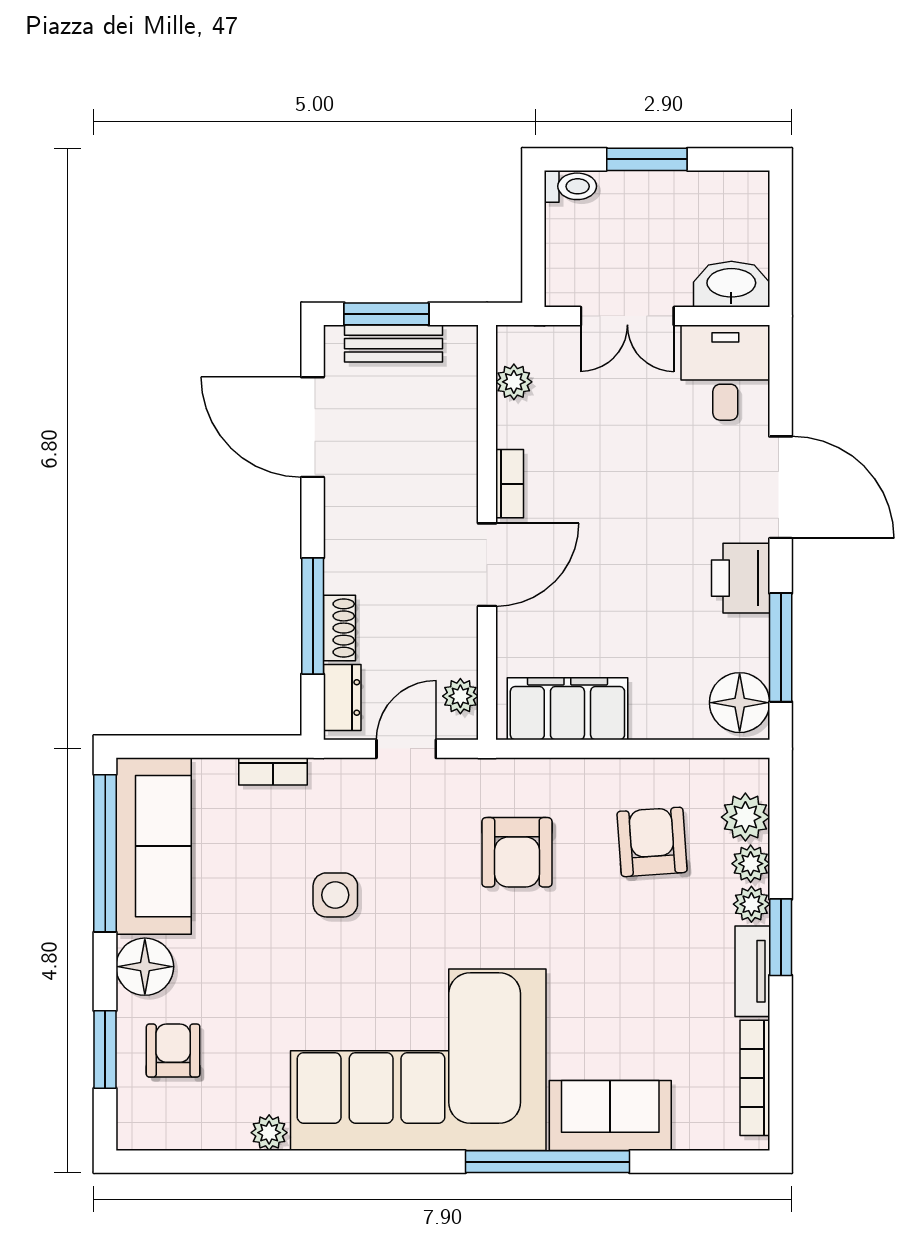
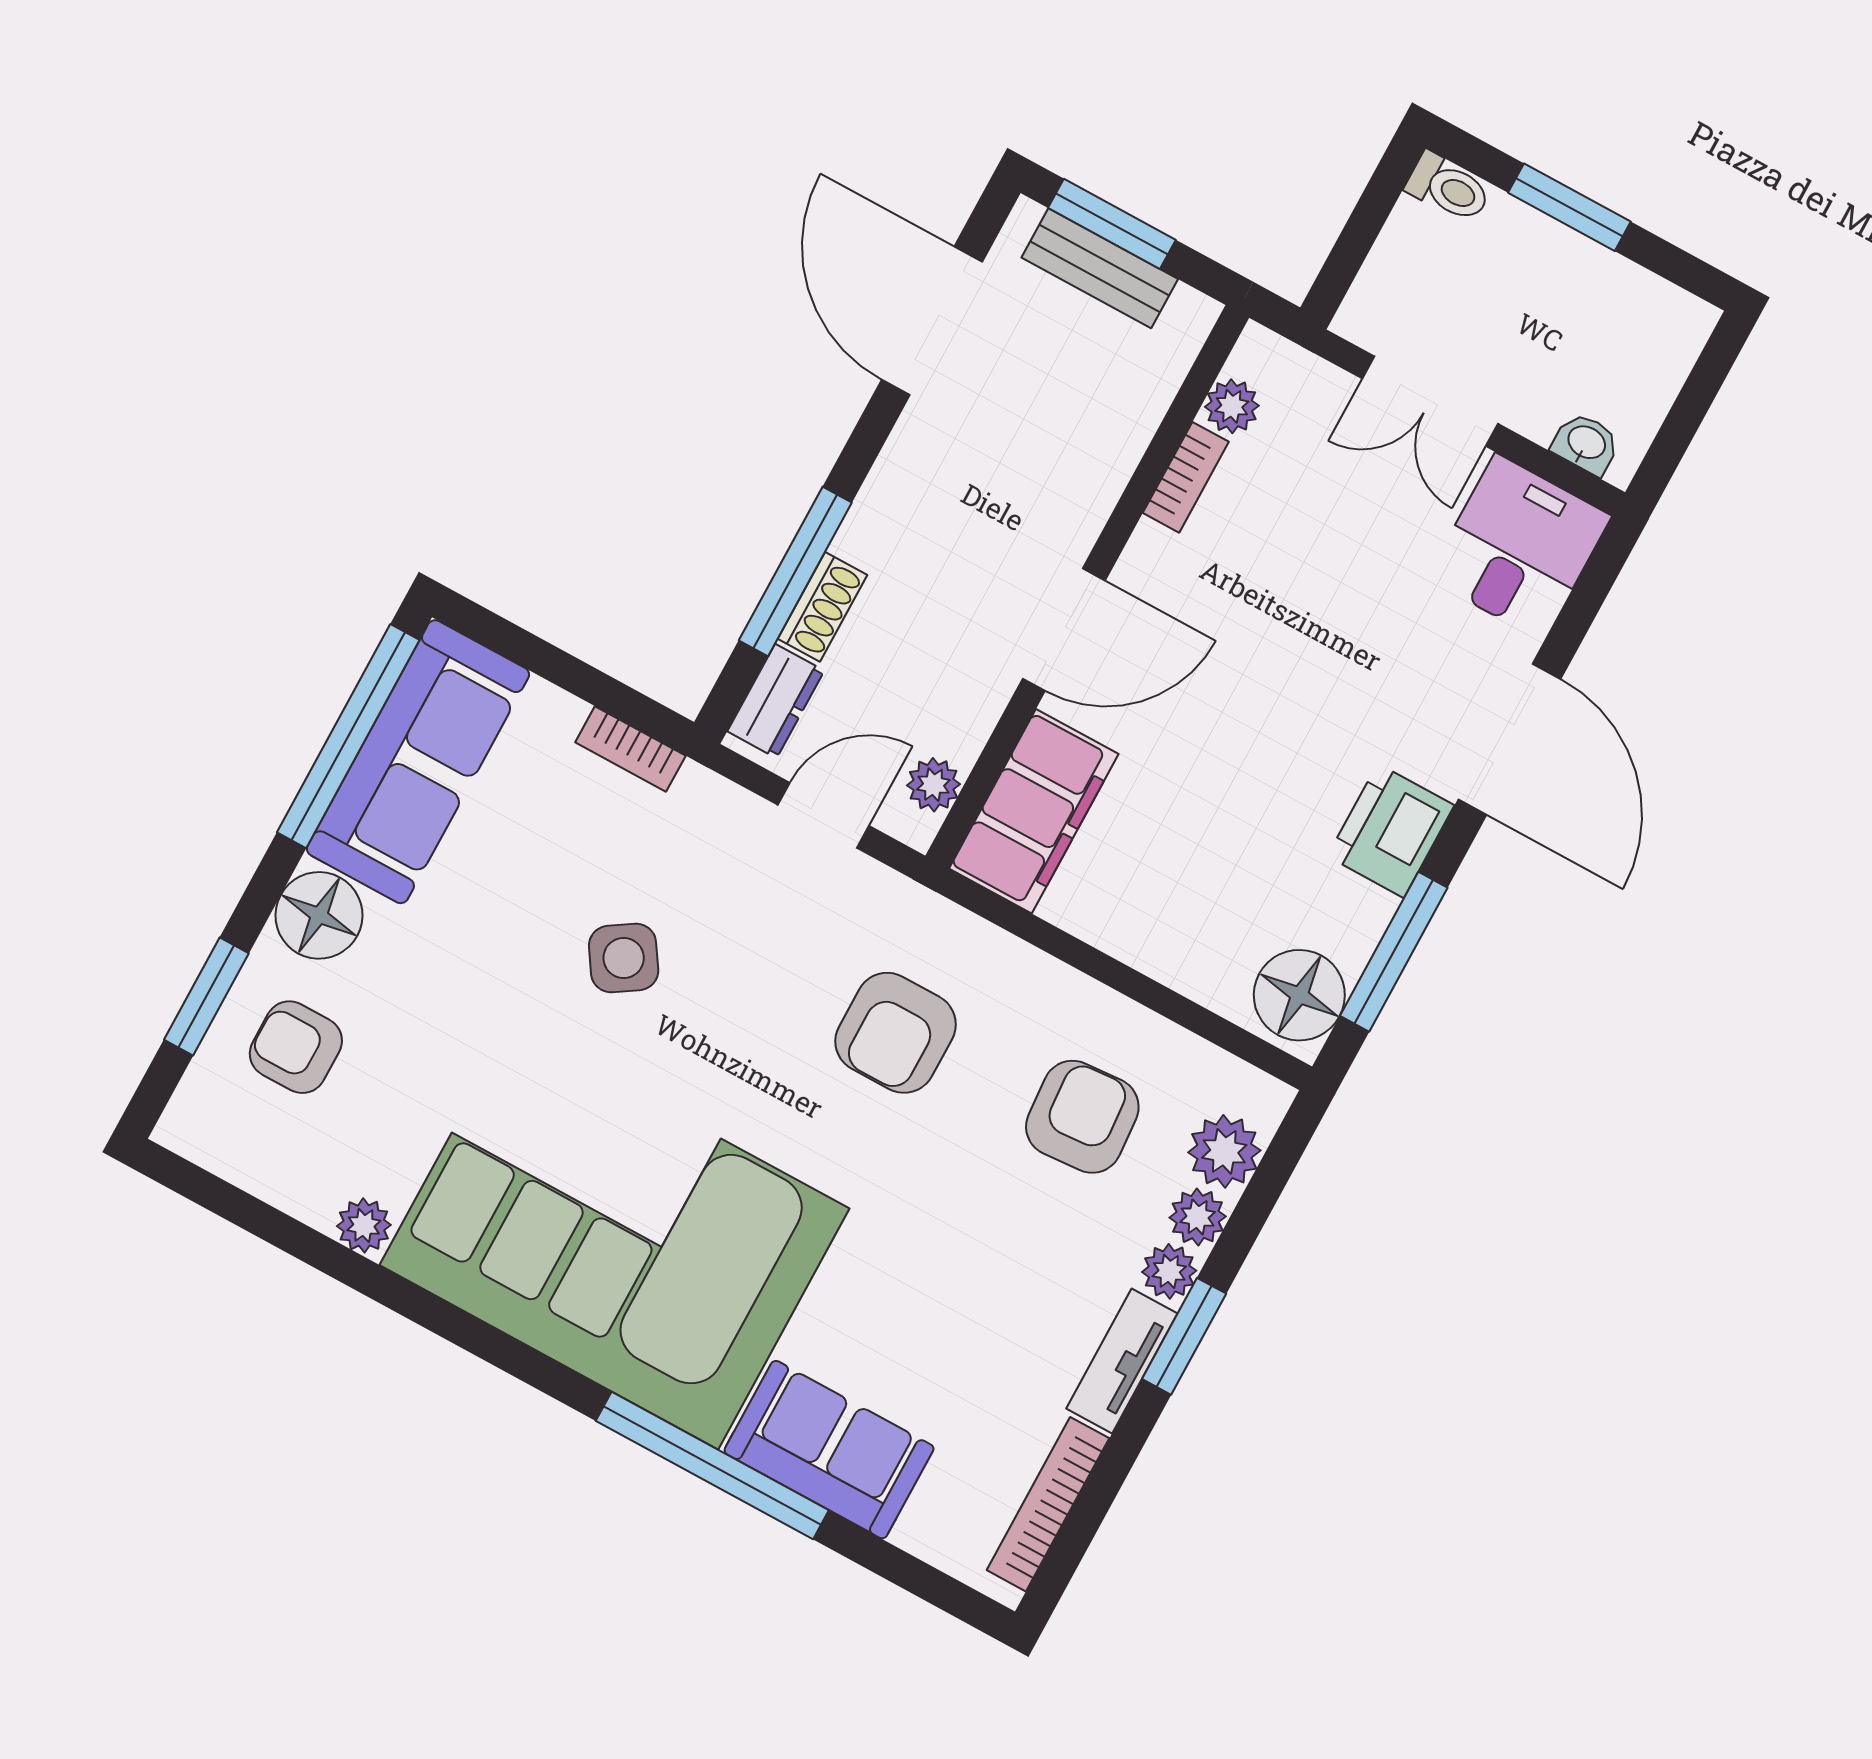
washbasin: (731, 284) -> (1586, 443), width x0.52, depth x0.69
bookcase: (510, 484) -> (1186, 477), moved
filing cabinet: (567, 709) -> (1034, 811), moved, turned 90
side table: (335, 895) -> (624, 958), turned -33
armchair: (173, 1051) -> (296, 1047), turned -90

